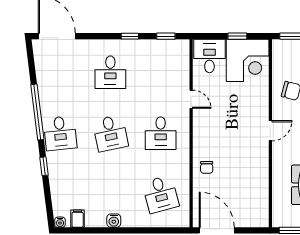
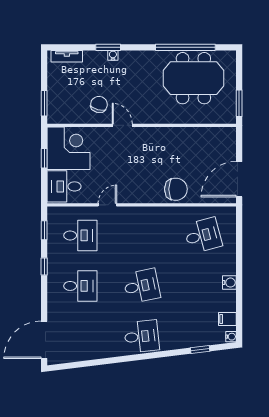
window: (37, 112) -> (120, 359), removed
door: (270, 131) -> (122, 125), moved
desk: (161, 133) -> (80, 235), moved
window: (44, 166) -> (200, 349), moved
chair: (207, 167) -> (176, 189), width x1.87, depth x1.87

